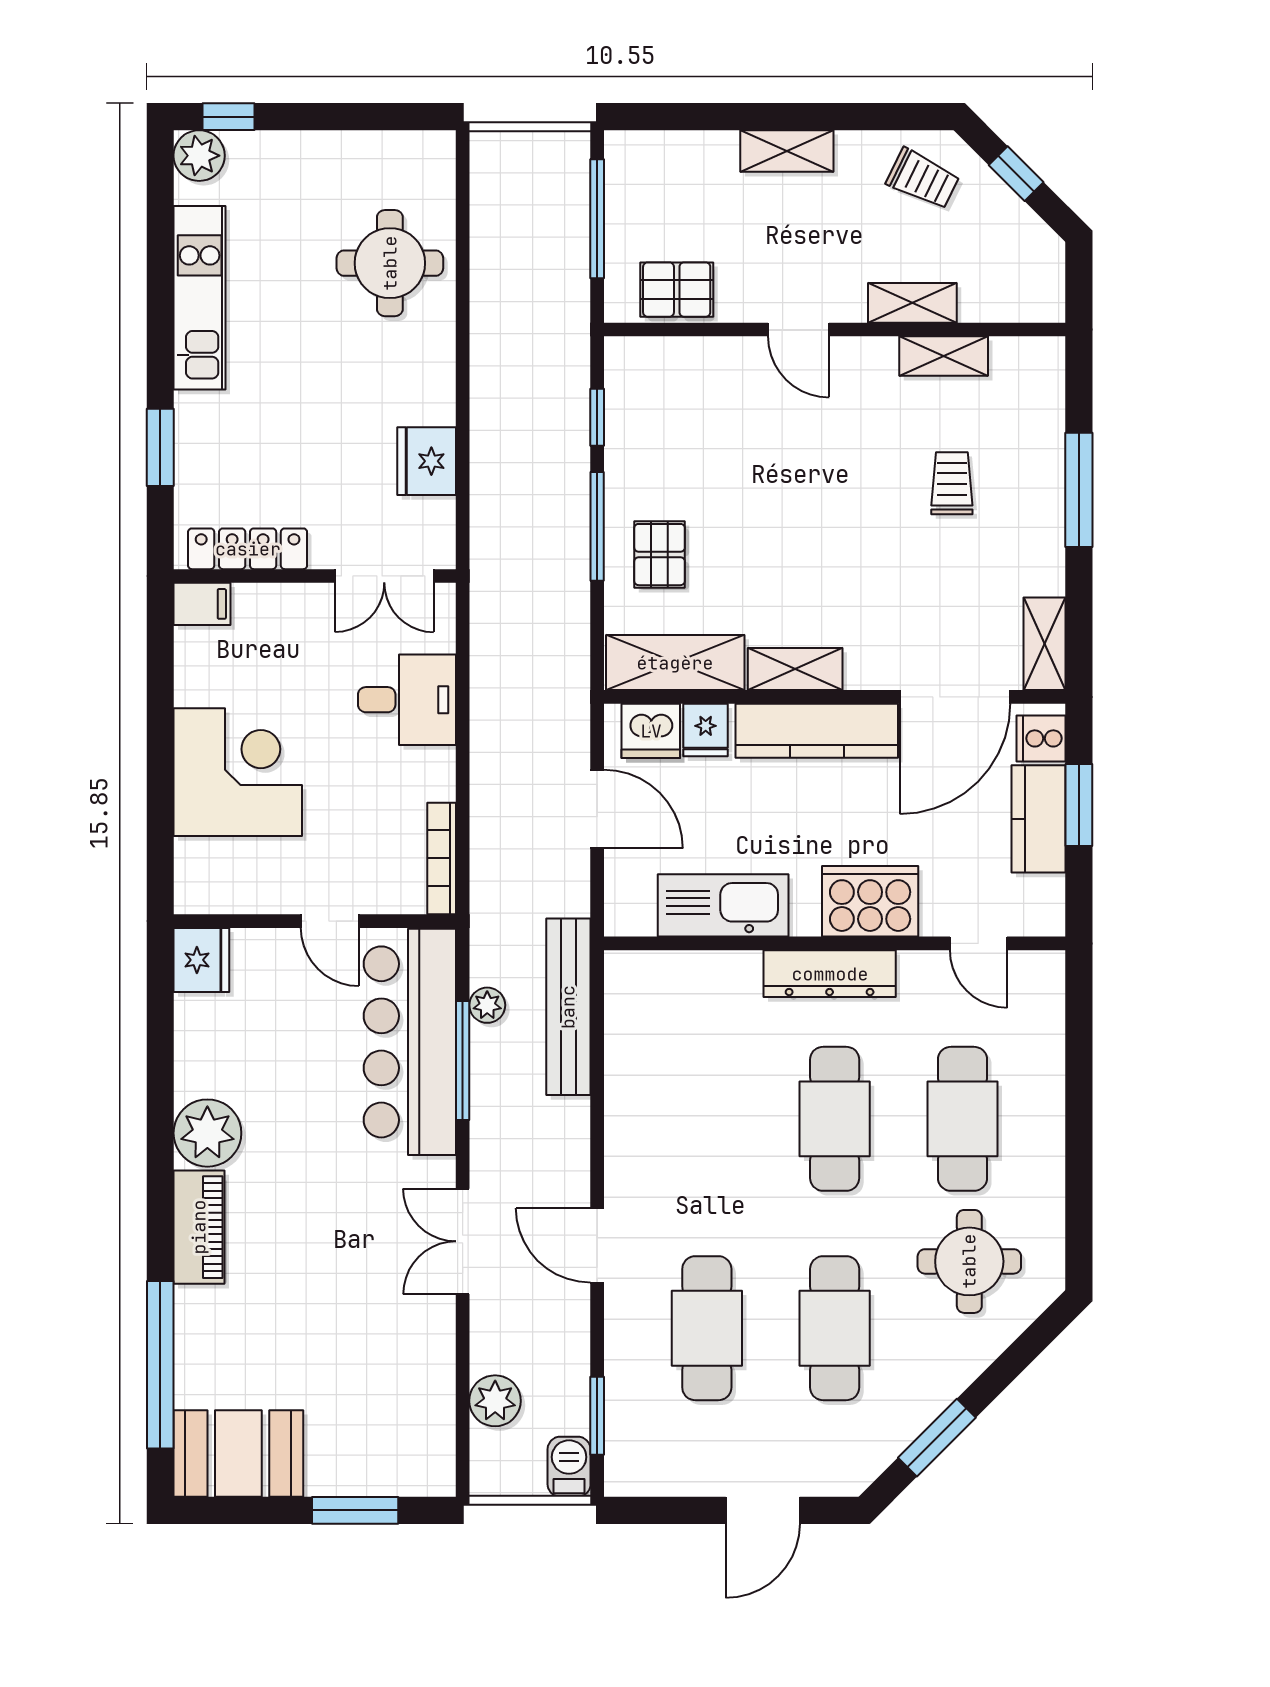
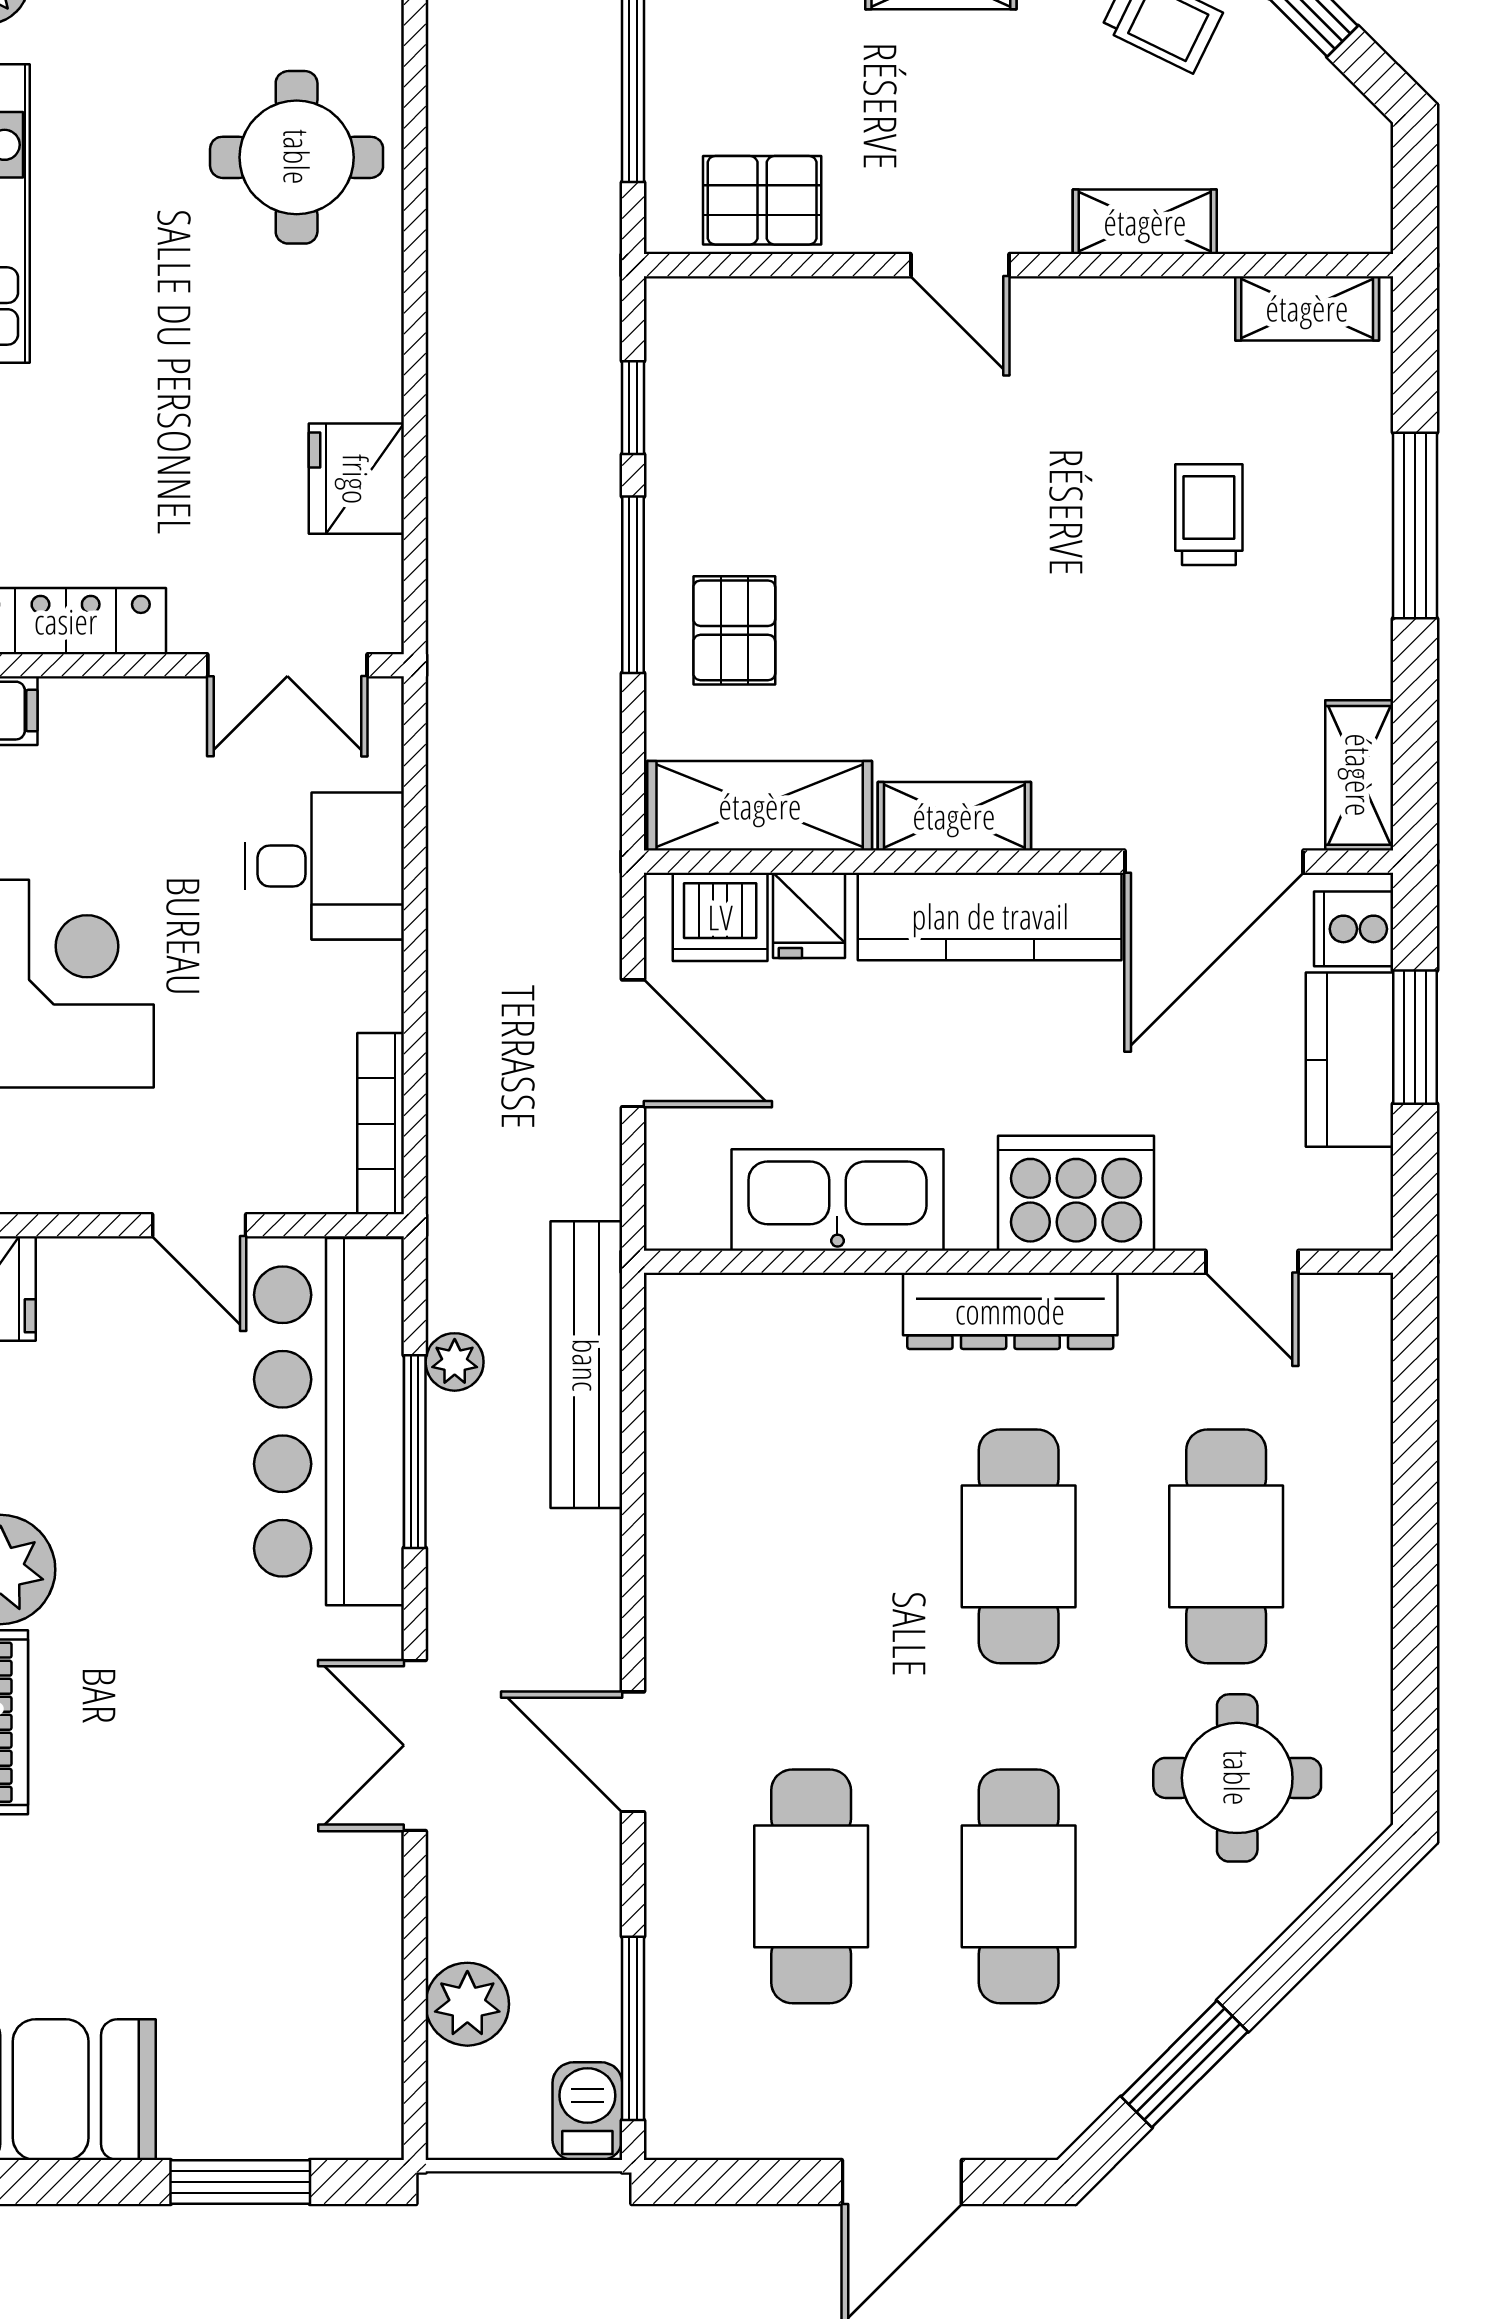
shelving: (944, 356) -> (1307, 308), moved
window: (597, 1416) -> (633, 2028), width x1.44

